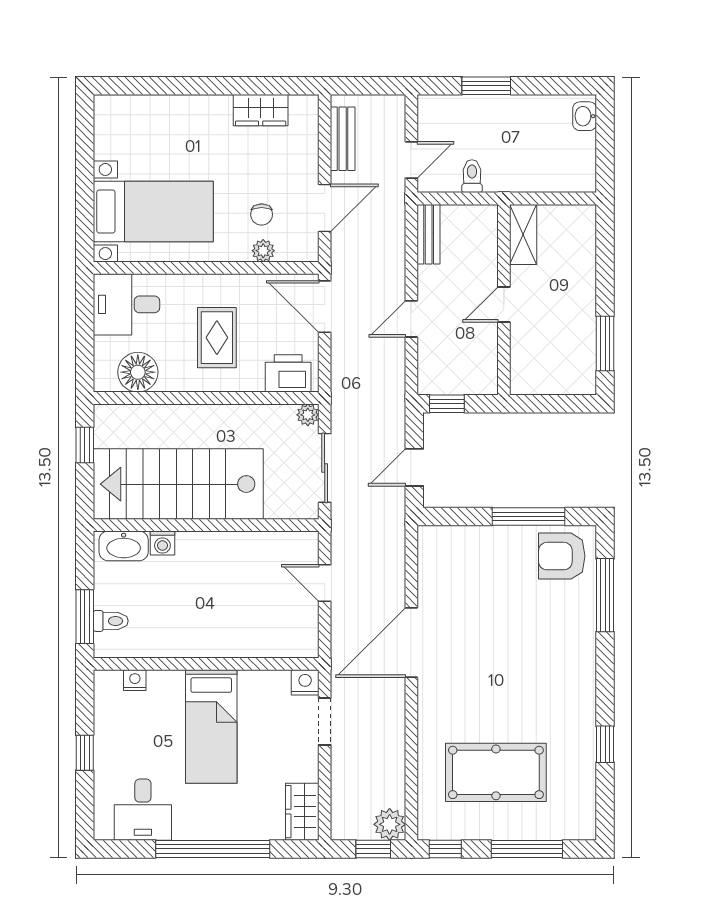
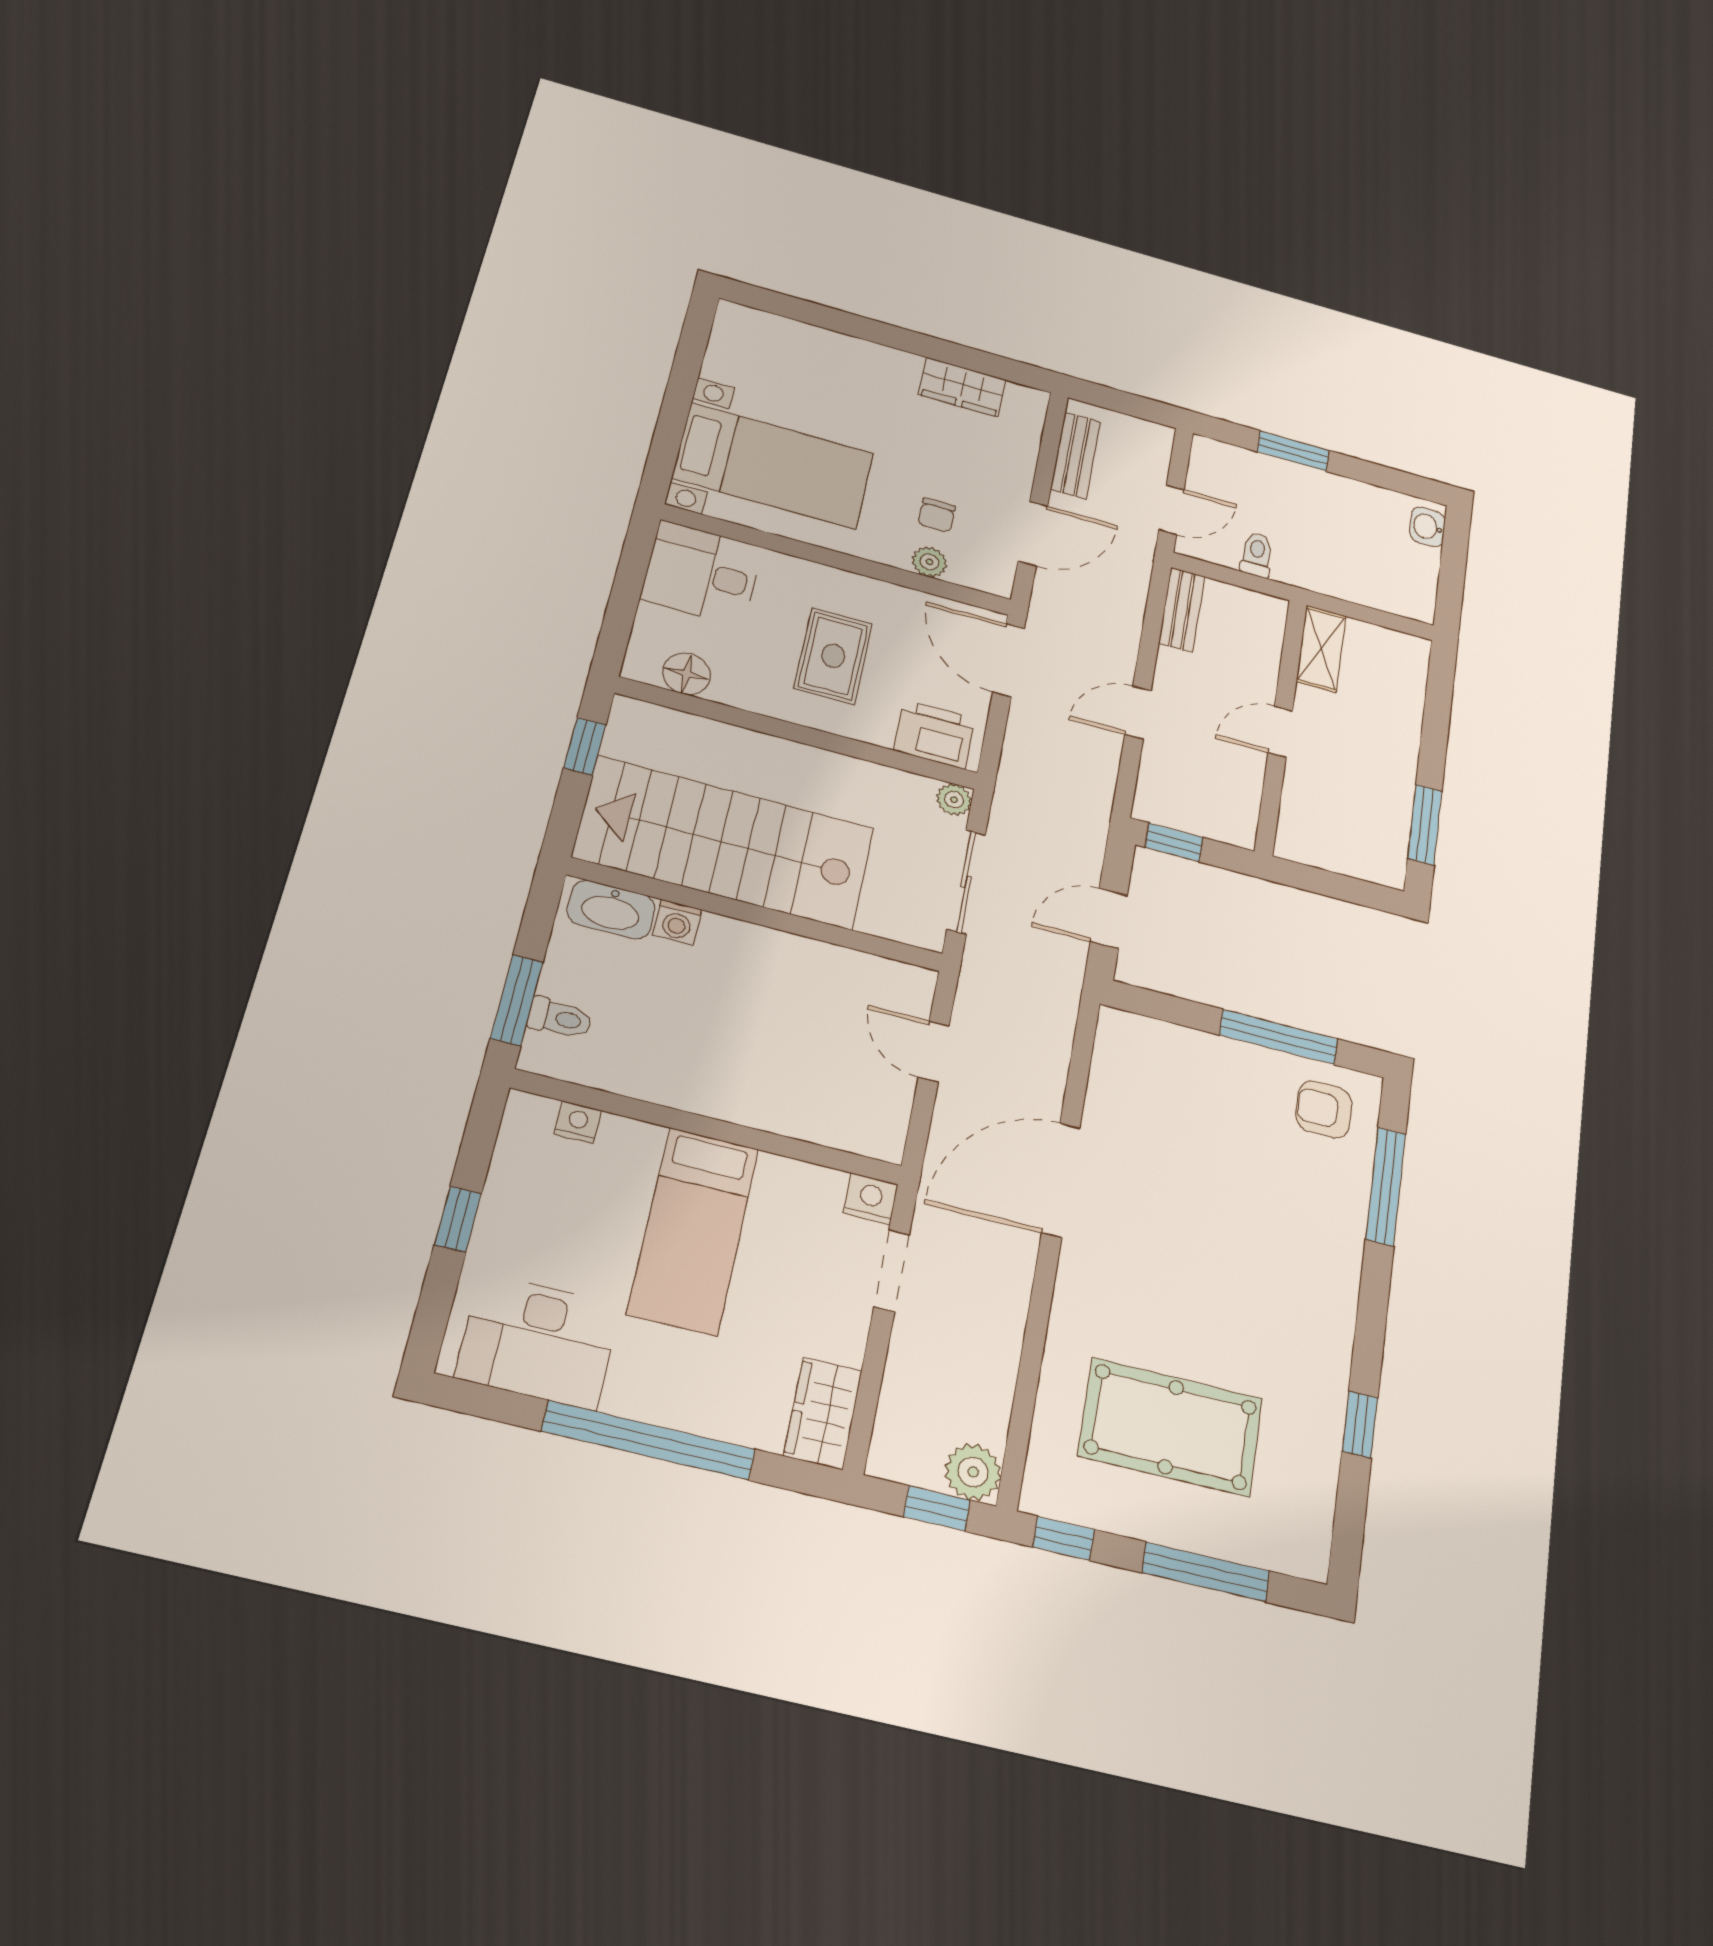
floor lamp: (138, 372) -> (687, 674), width x0.73, depth x0.73
armchair: (562, 556) -> (1324, 1109), width x0.72, depth x0.72
desk: (143, 810) -> (538, 1341), width x1.37

